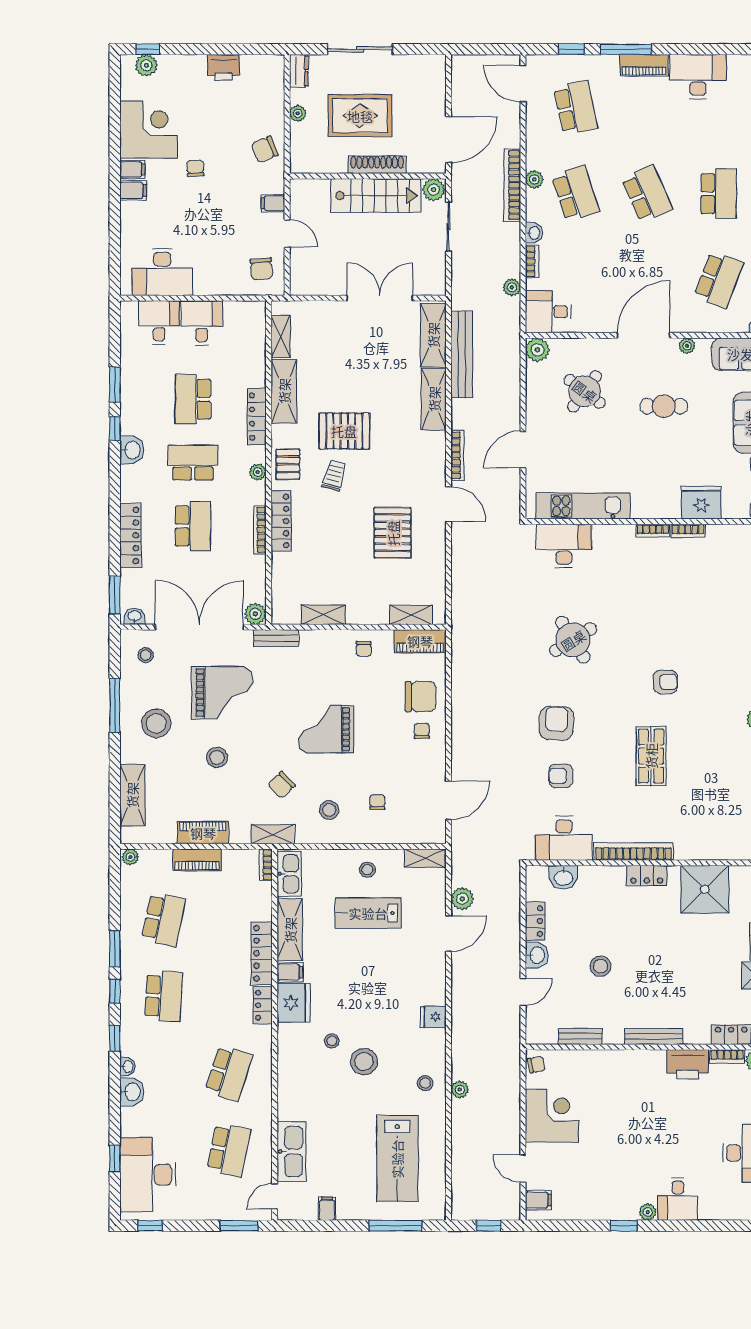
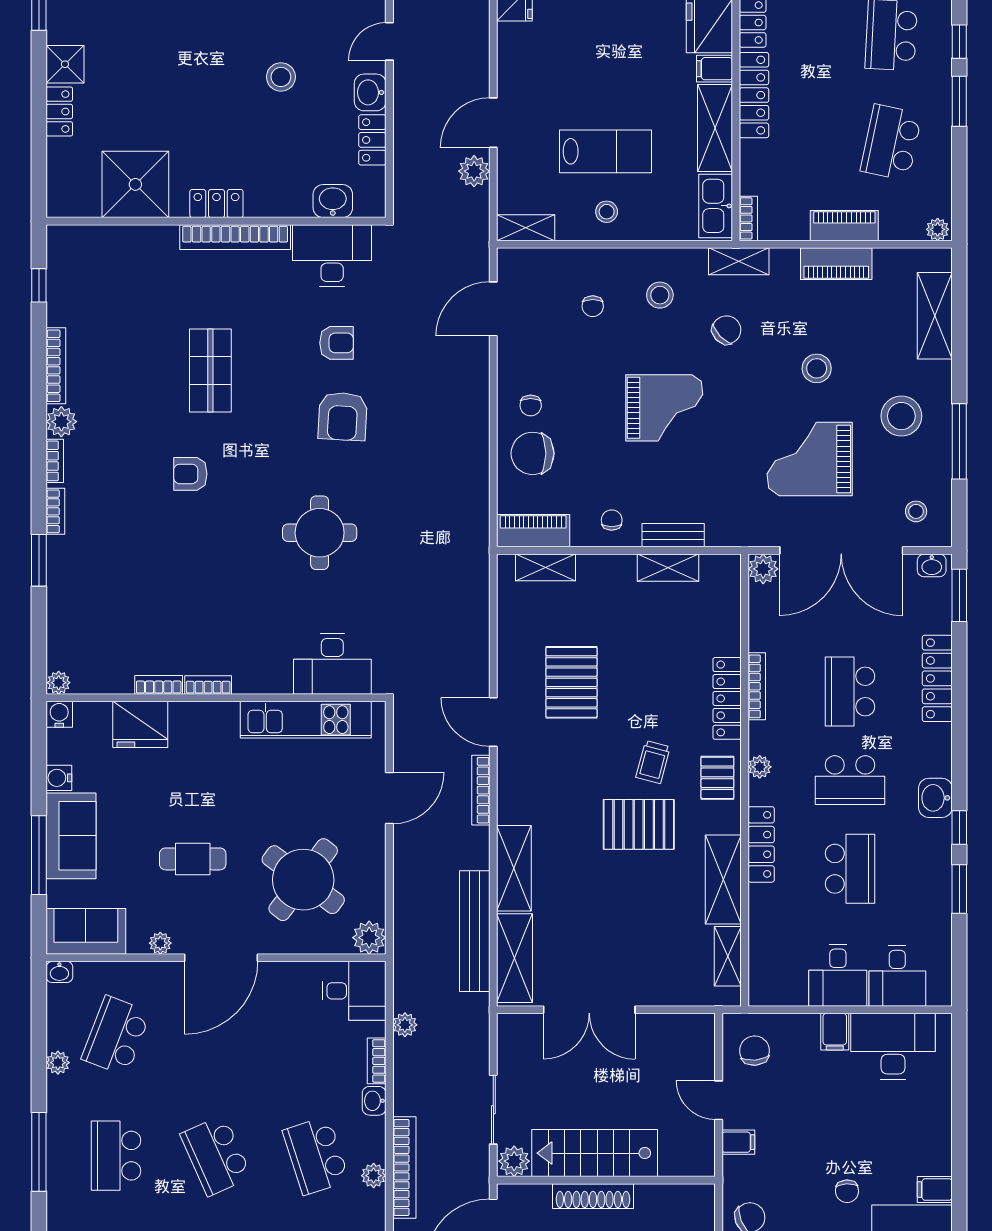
filing cabinet: (133, 190) -> (835, 1032), moved, turned -90
round table: (585, 391) -> (303, 880), width x1.36, depth x1.36
bench: (276, 638) -> (673, 535), moved
round table: (573, 640) -> (320, 533), turned 32

